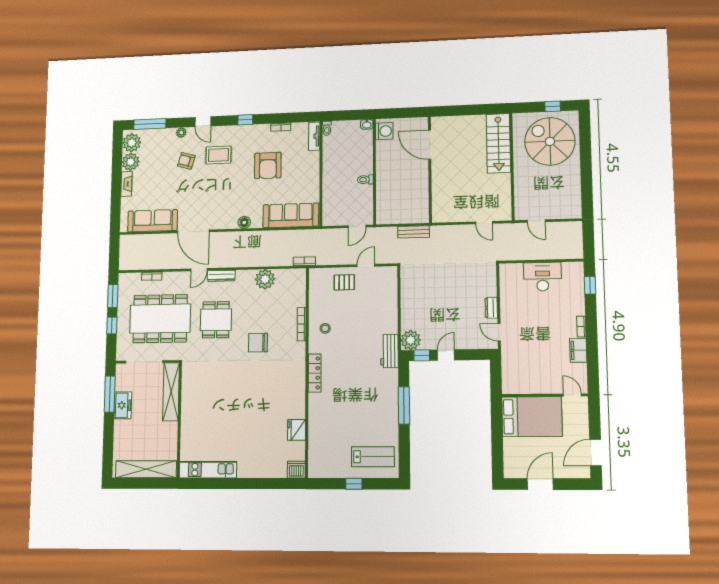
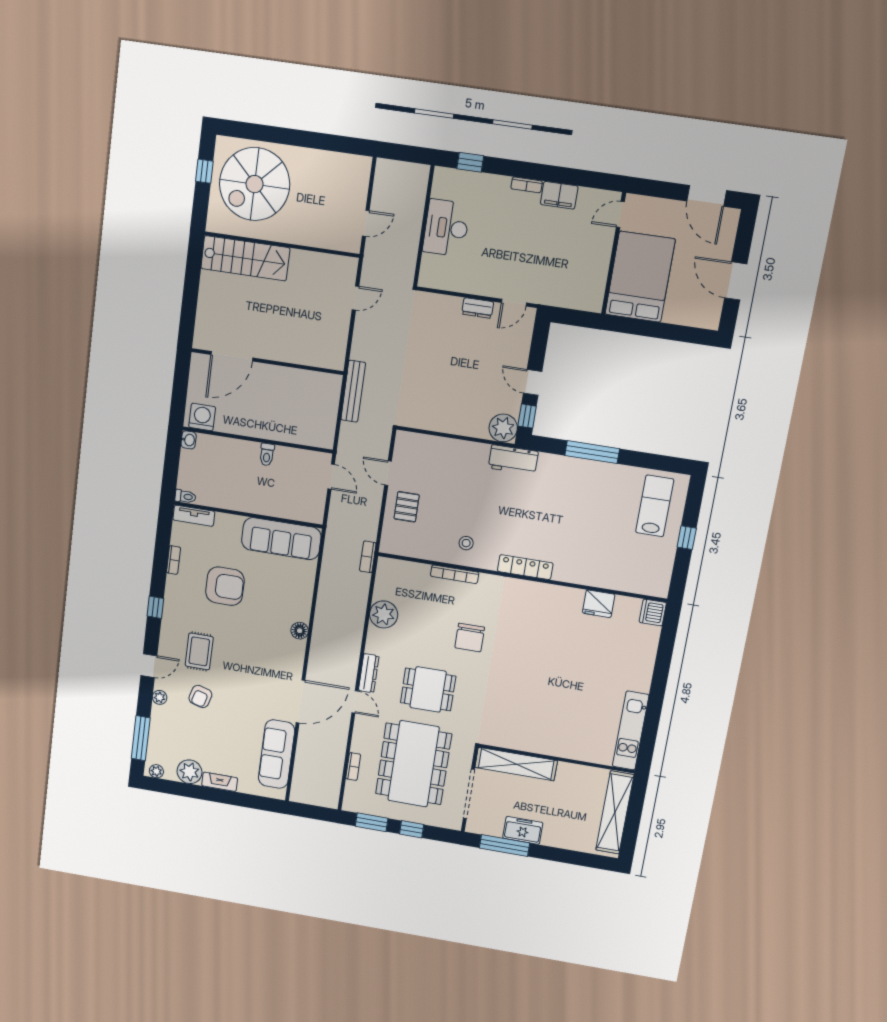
plant: (132, 143) -> (156, 771), width x0.53, depth x0.53
sofa: (291, 215) -> (281, 539), moved, turned -90
bench: (414, 232) -> (353, 391), width x1.36

